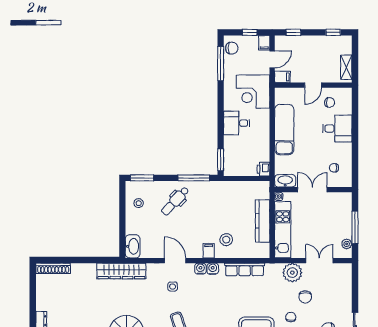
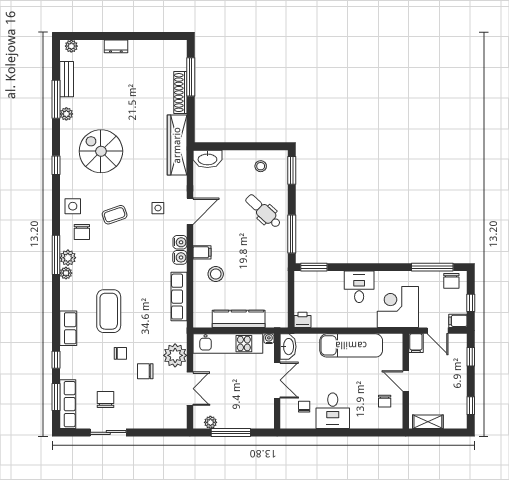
desk: (337, 129) -> (333, 411), moved
window: (66, 260) -> (191, 77), added
shoe rack: (53, 268) -> (180, 93), moved

